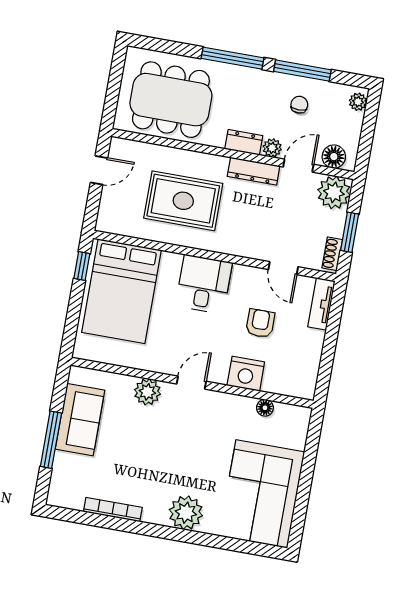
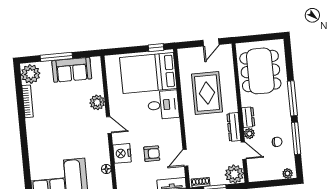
floor lamp: (334, 157) -> (254, 169), removed
door: (99, 170) -> (211, 42), hinge flipped
desk: (204, 284) -> (163, 105), moved
plant: (186, 513) -> (31, 74), moved

